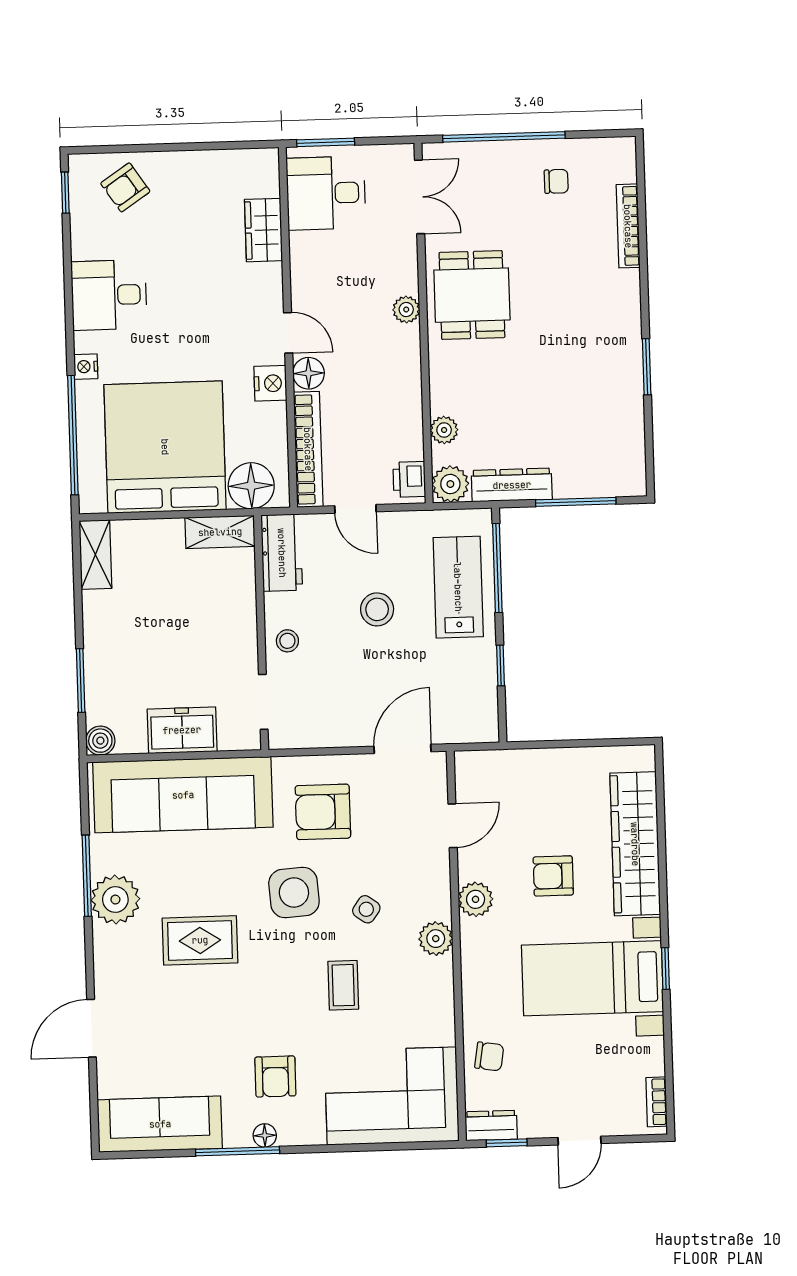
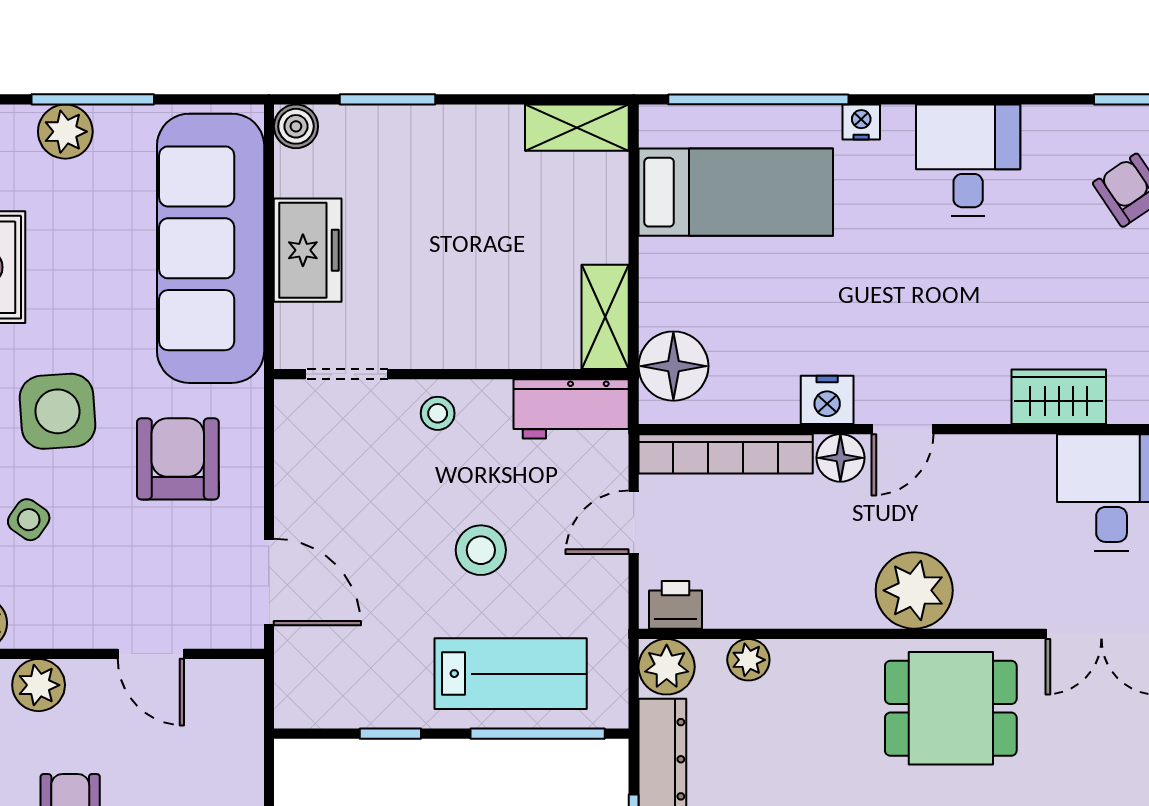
plant: (406, 310) -> (914, 590), width x1.88, depth x1.88
bed: (165, 447) -> (736, 192), width x0.49
plant: (115, 900) -> (65, 132), width x0.73, depth x0.73

